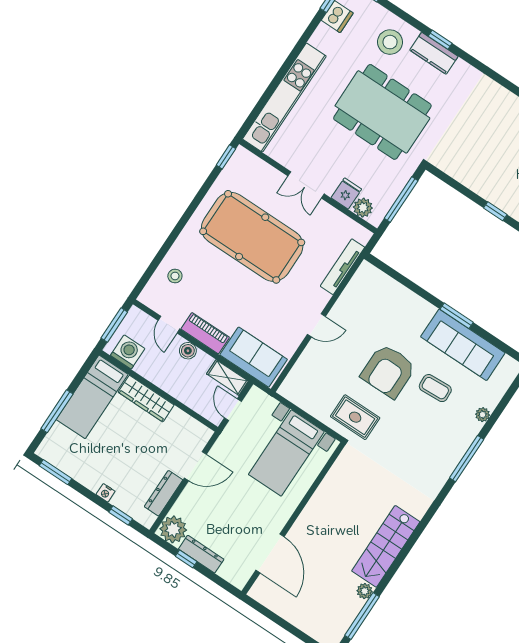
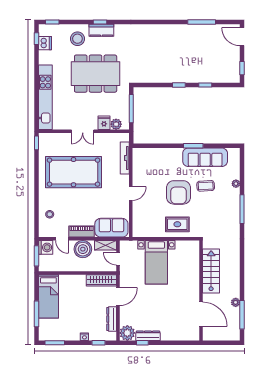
boiler: (188, 351) -> (83, 249), width x1.86, depth x1.86
washing machine: (128, 352) -> (46, 247), moved, turned 90
wardrobe: (146, 399) -> (101, 280), moved
wall: (293, 518) -> (201, 290), moved
stairs: (386, 546) -> (211, 271), moved, turned 180
door: (270, 553) -> (201, 314), moved

